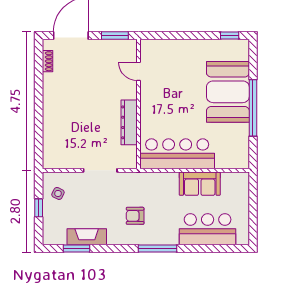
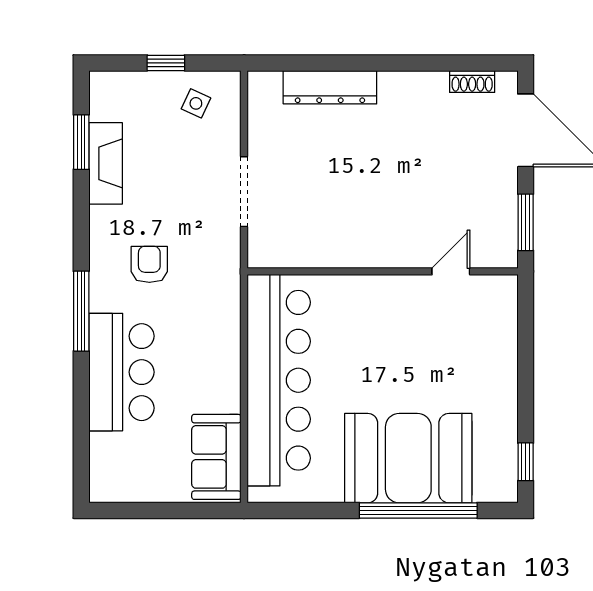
window: (253, 108) -> (418, 510), moved
dresser: (129, 122) -> (330, 87), moved, turned 180
bar counter: (177, 154) -> (279, 380), width x1.36
sofa: (200, 184) -> (216, 457), moved
bar counter: (208, 229) -> (121, 372), moved

